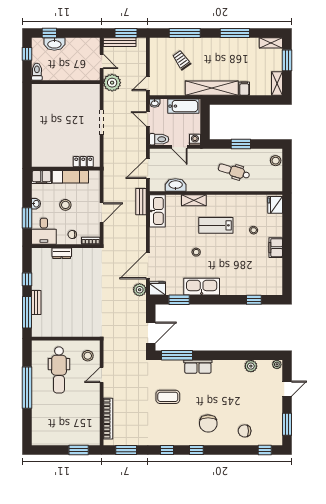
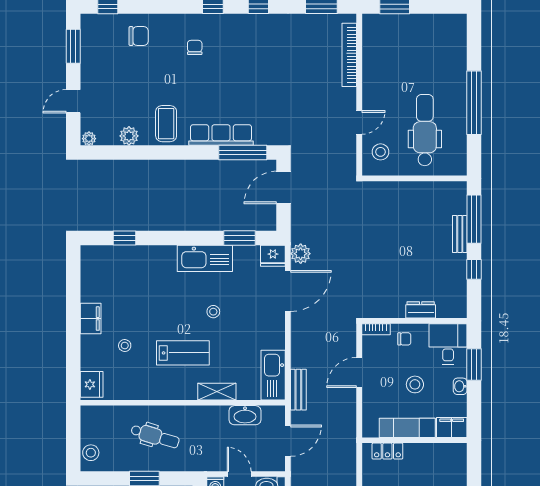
row of seats: (198, 367) -> (221, 135), width x1.48
coffee table: (168, 397) -> (166, 124), moved, turned 90
chair: (208, 423) -> (195, 47), width x0.54, depth x0.54

